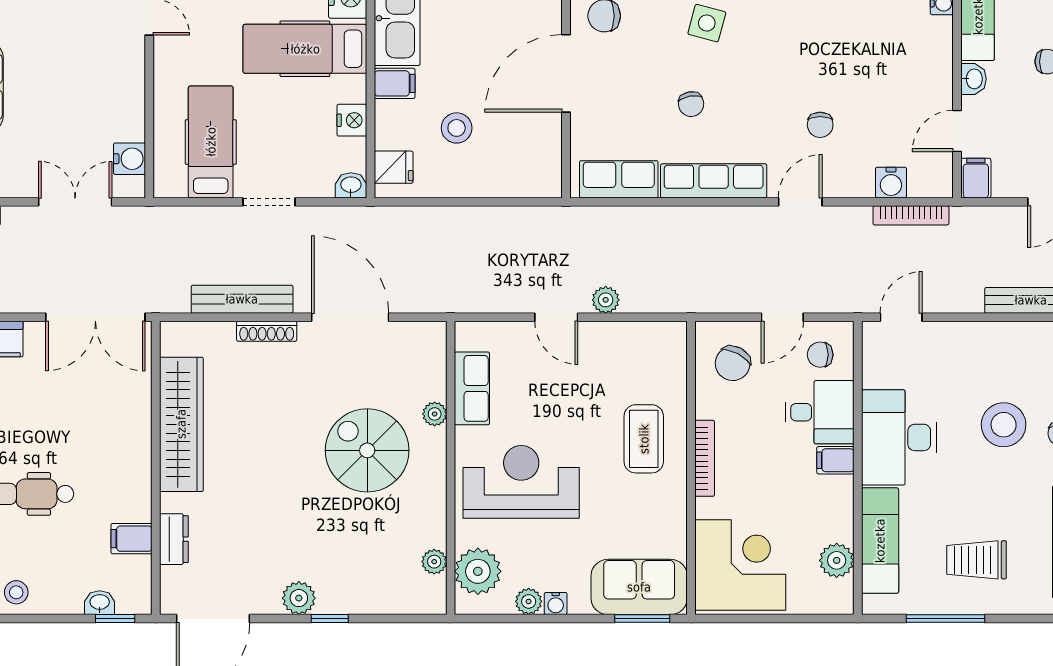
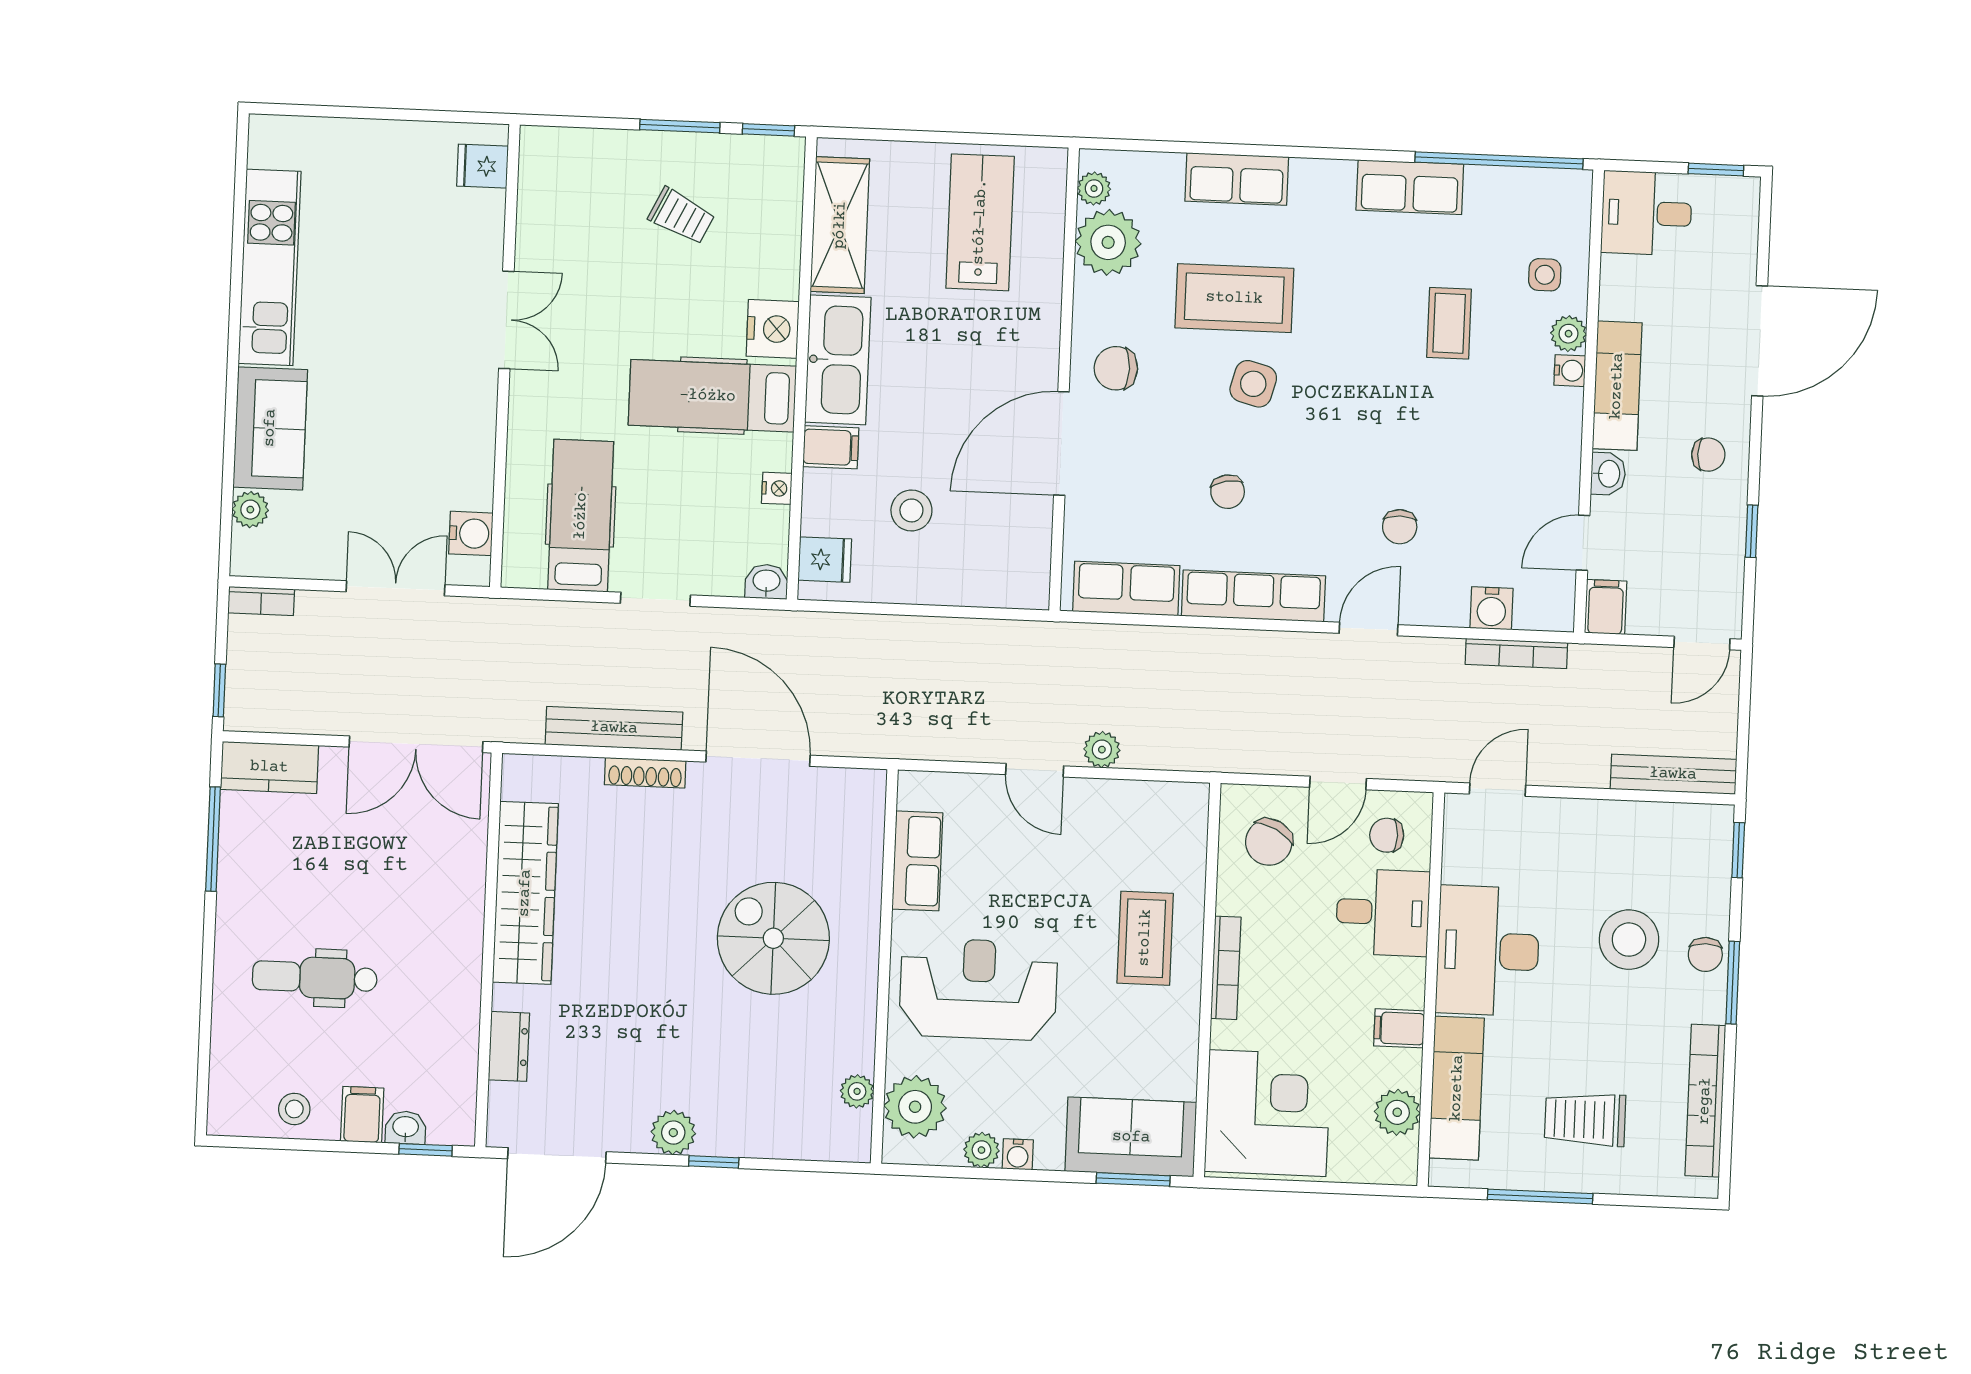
nightstand: (352, 120) -> (777, 488), width x0.72, depth x0.74
plant: (435, 414) -> (866, 893), removed
filing cabinet: (835, 460) -> (1399, 1028), moved
filing cabinet: (131, 539) -> (362, 1115), moved, turned 90

